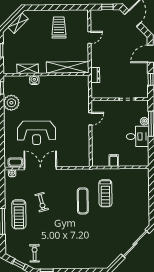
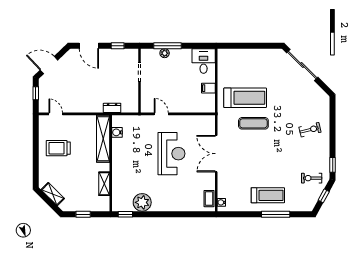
door: (89, 38) -> (56, 114), moved
water cooler: (34, 80) -> (117, 132), moved
reception desk: (36, 133) -> (171, 154), moved
desk: (138, 136) -> (204, 61), moved
double door: (40, 168) -> (216, 154), moved
treadmill: (105, 193) -> (245, 98), width x1.37, depth x1.38
exercise bike: (42, 202) -> (310, 130), moved

